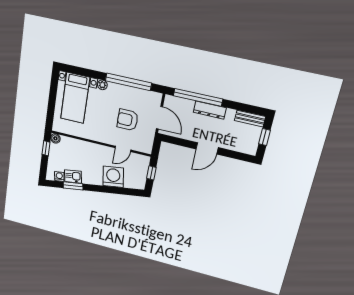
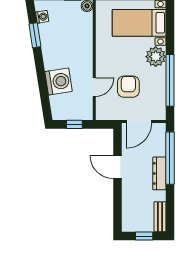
plant: (102, 85) -> (156, 57), width x1.87, depth x1.87
door: (207, 148) -> (118, 167), moved
door: (123, 149) -> (94, 87), swing flipped
kitchen sink: (73, 176) -> (46, 34), removed

